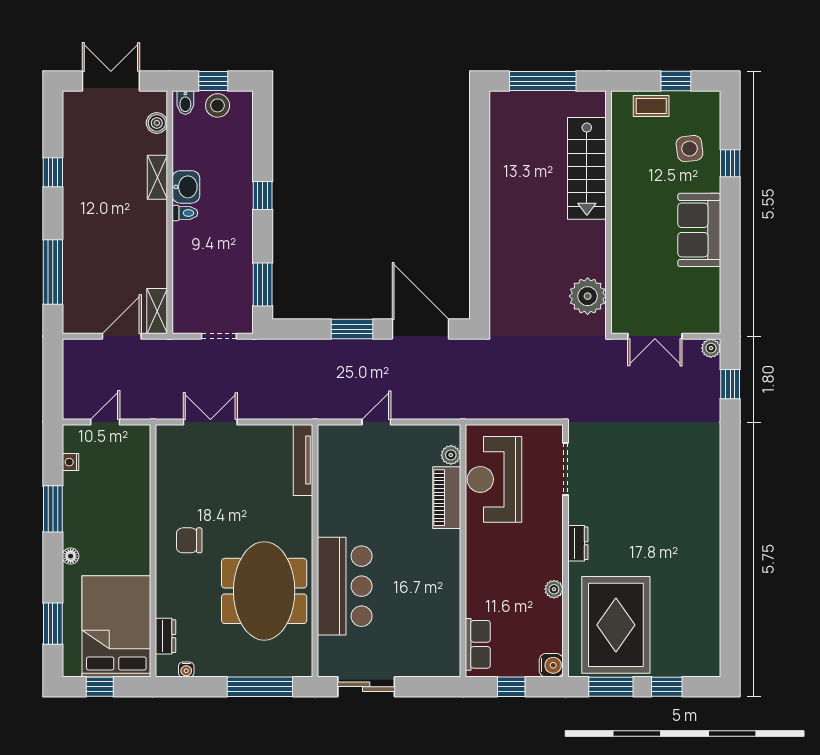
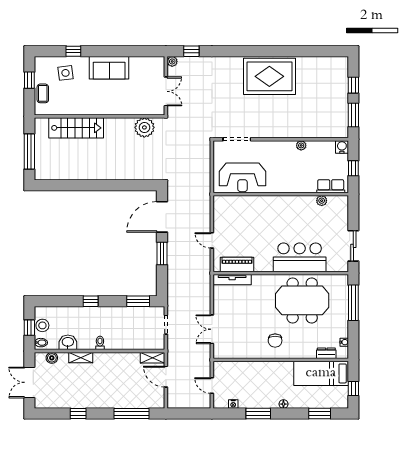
washbasin: (186, 187) -> (68, 342), moved
plant: (451, 455) -> (322, 201), moved
piano: (447, 498) -> (237, 265), moved, turned 180
dresser: (578, 543) -> (277, 133), removed
rug: (616, 625) -> (269, 76), moved
bed: (116, 626) -> (321, 373), width x0.67

